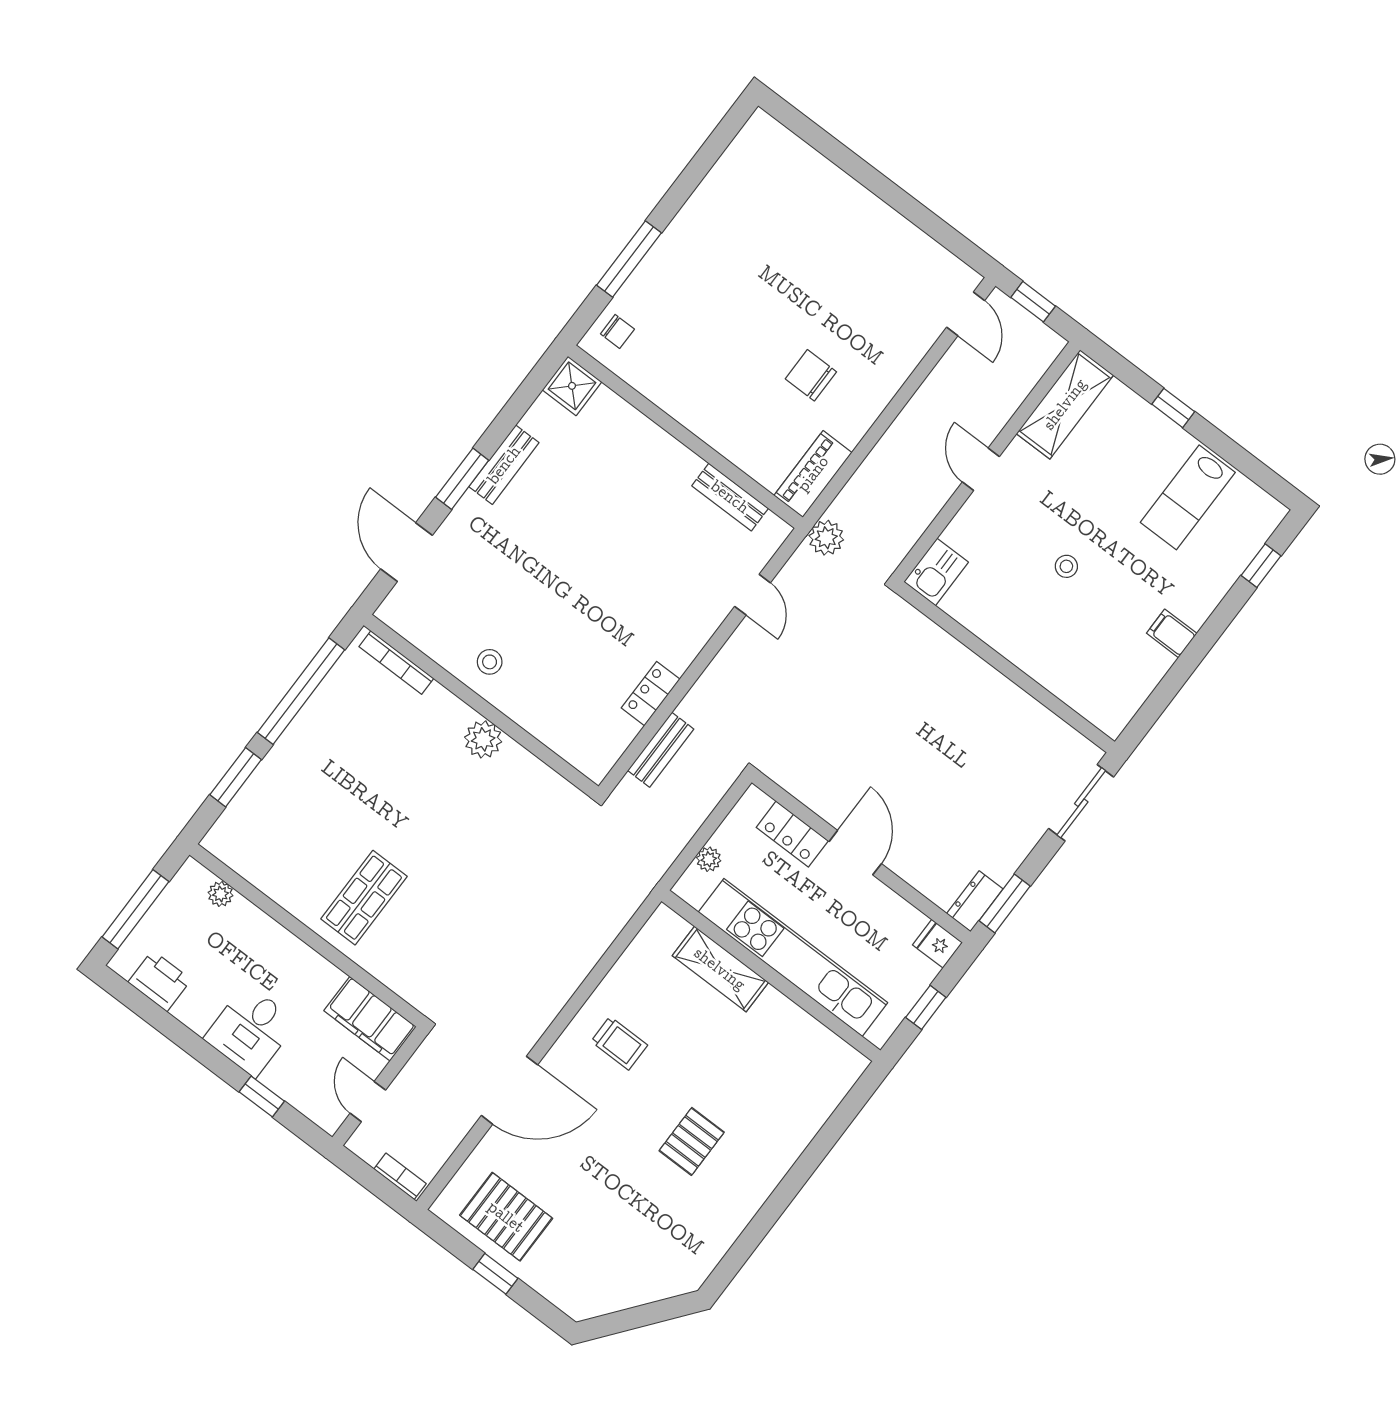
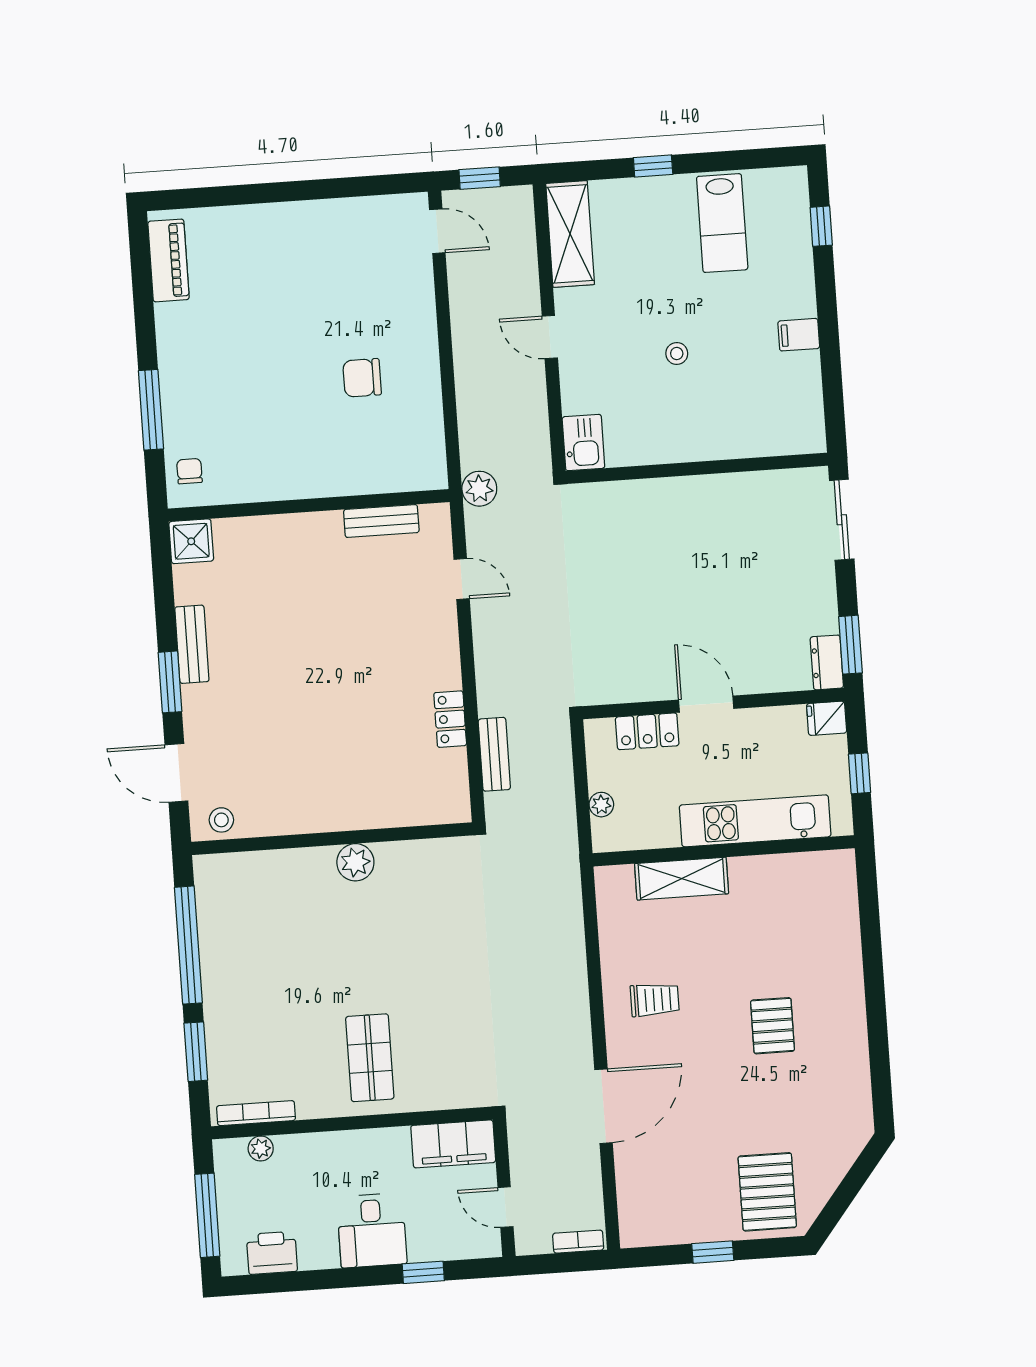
chair: (617, 331) -> (189, 471), turned -90
piano: (813, 474) -> (168, 260), moved, turned 180
stool: (490, 662) -> (221, 820), moved
bookcase: (396, 663) -> (256, 1113), moved, turned 180
kitchen unit: (793, 957) -> (755, 821), width x0.73
pallet: (506, 1217) -> (767, 1192), moved, turned 90

